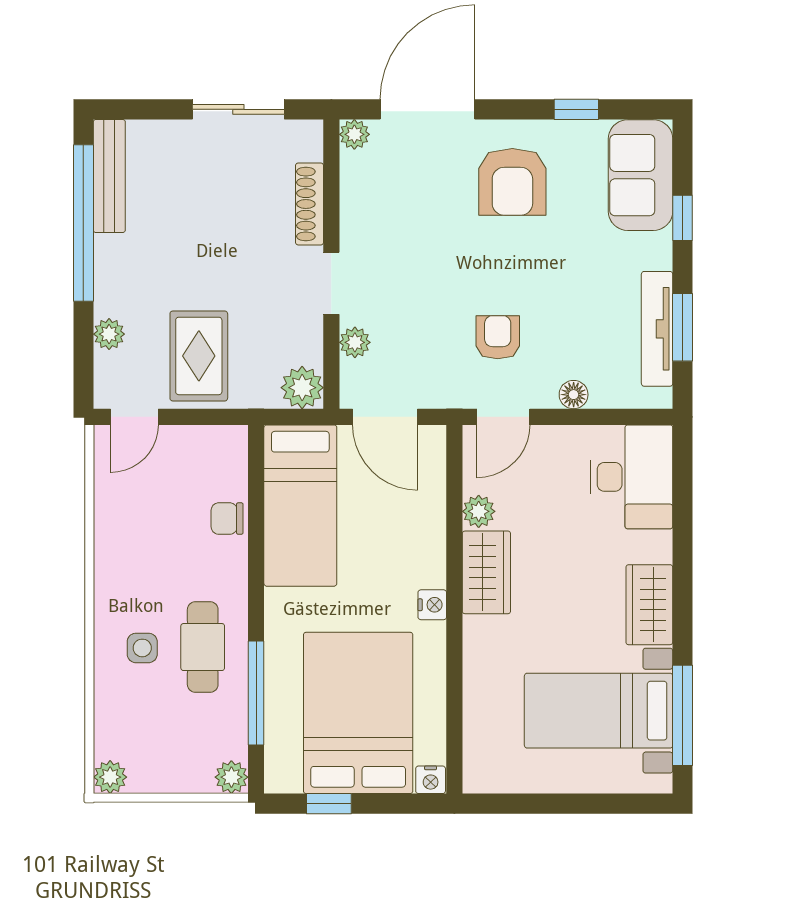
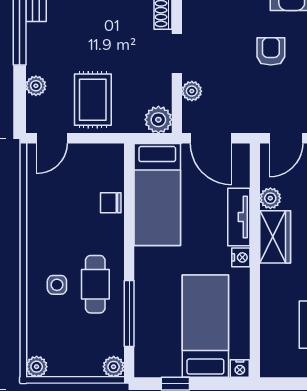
armchair: (498, 337) -> (271, 51), moved
tv unit: (429, 541) -> (239, 217), added
bed: (358, 713) -> (205, 326), width x0.67

